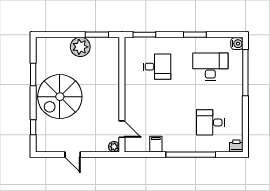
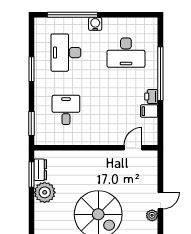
dresser: (101, 43) -> (40, 170), added
water cooler: (237, 44) -> (95, 24), moved
desk: (210, 122) -> (126, 53), width x1.37
printer: (236, 146) -> (151, 96), moved
plant: (114, 147) -> (152, 215), moved

